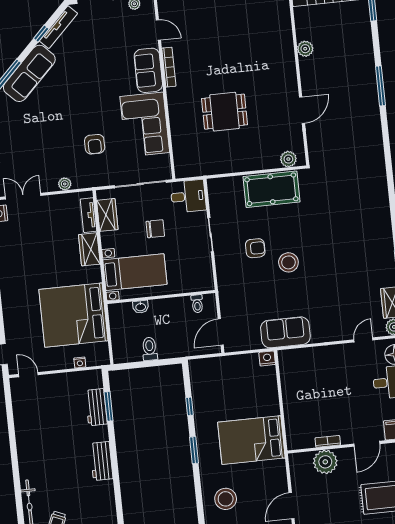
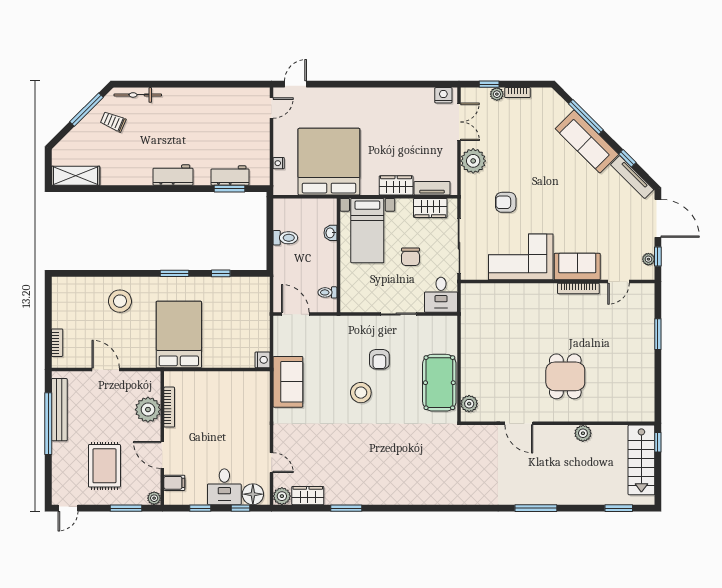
dining table: (224, 112) -> (565, 376), moved
plant: (65, 184) -> (473, 161), width x1.88, depth x1.88
bookcase: (328, 441) -> (169, 407), width x1.56

